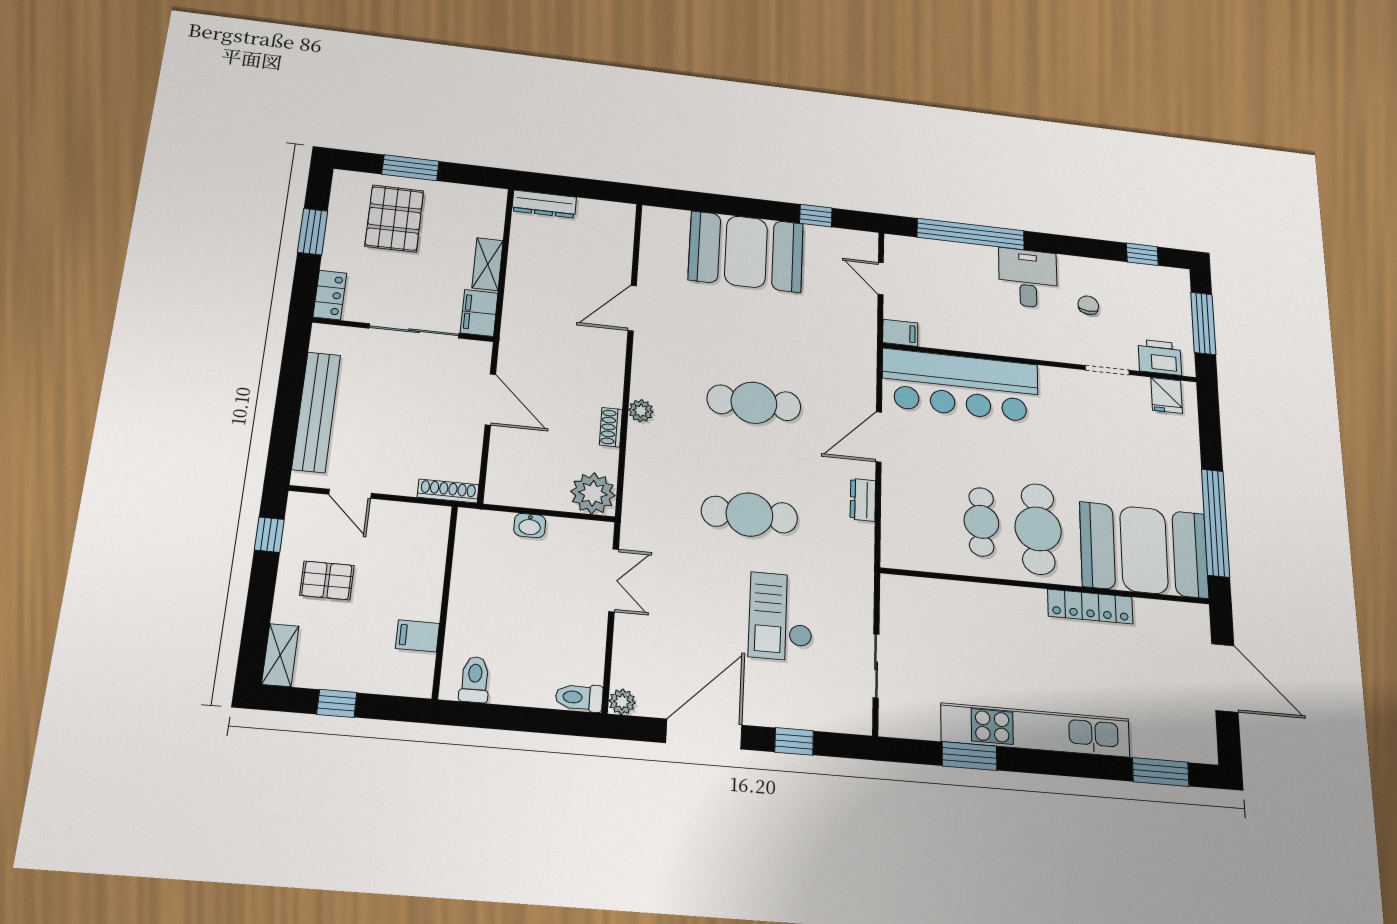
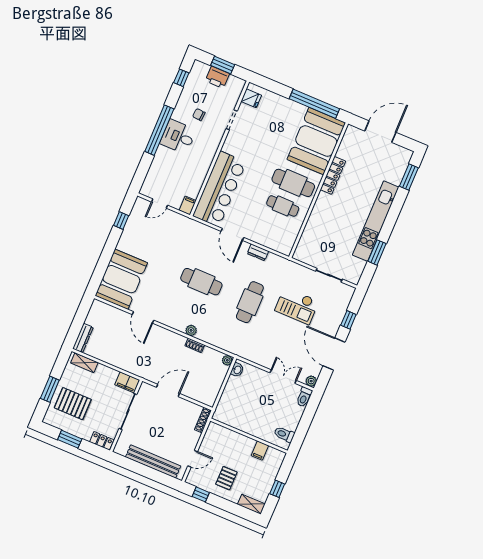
window: (971, 234) -> (159, 130), moved
booth: (746, 252) -> (121, 279), moved
shelving: (488, 264) -> (84, 363), moved
window: (1203, 323) -> (223, 65), width x0.69
printer: (1160, 357) -> (217, 77), moved, turned -90
cafe table: (754, 403) -> (201, 282), turned 90
plant: (593, 493) -> (227, 360), width x0.53, depth x0.53
washbasin: (530, 526) -> (237, 370), moved
double door: (614, 580) -> (283, 377), moved

